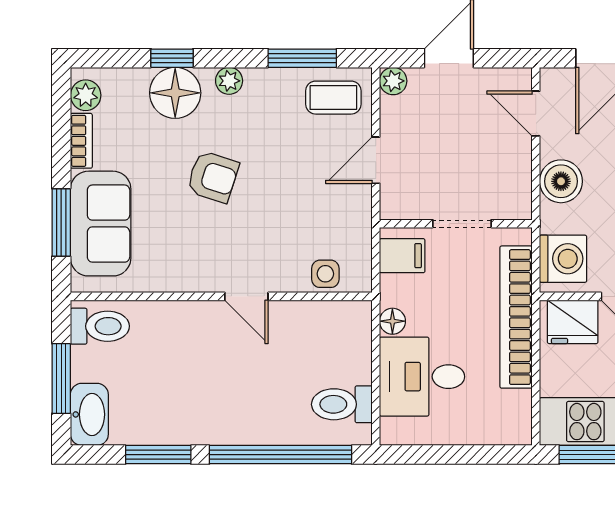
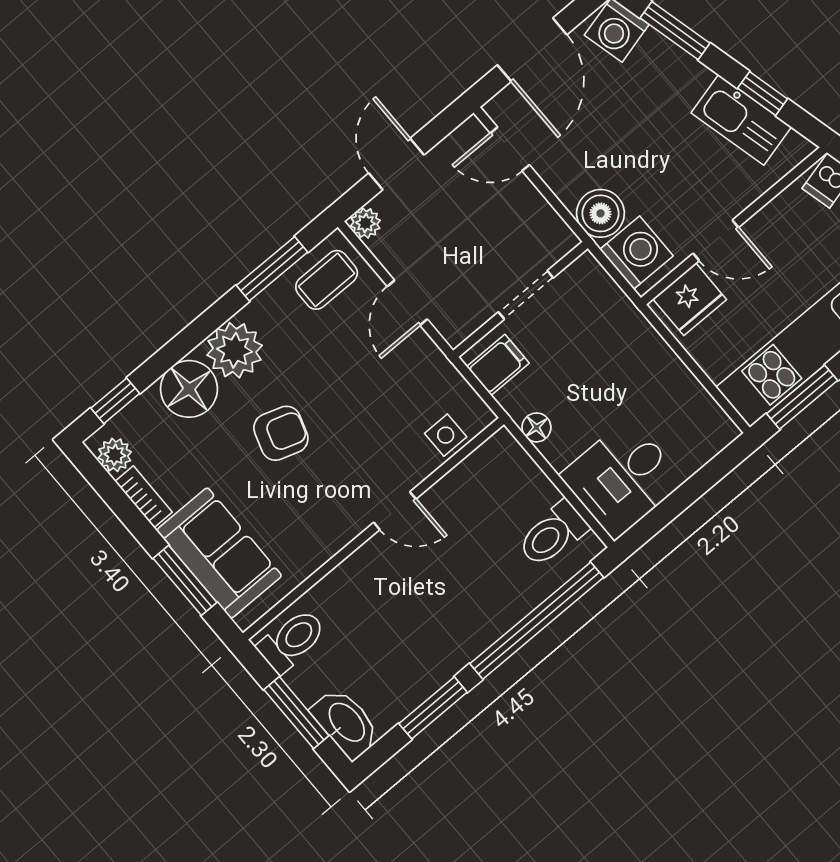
window: (172, 58) -> (115, 401), moved
plant: (229, 81) -> (235, 350), width x1.87, depth x1.87
boiler: (561, 181) -> (600, 213), moved
bookcase: (516, 317) -> (638, 336), removed
desk: (422, 377) -> (622, 478), moved

